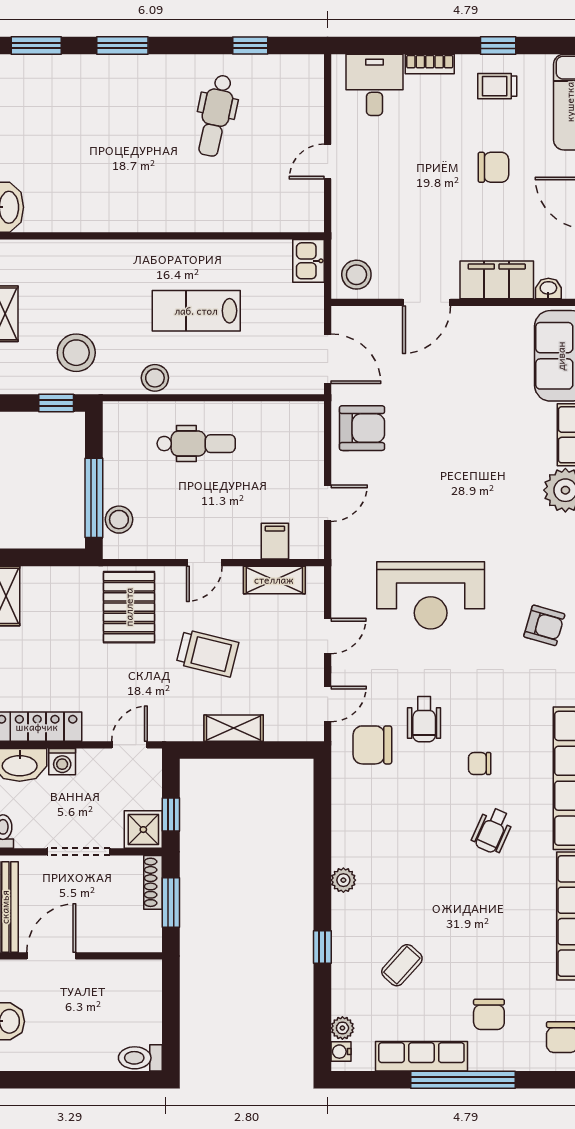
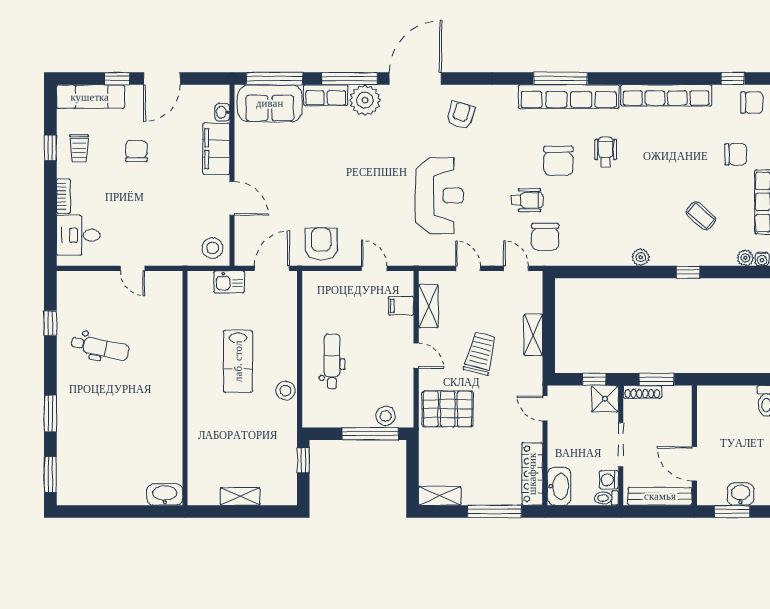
kitchen sink: (308, 261) -> (229, 282), moved
stool: (76, 353) -> (268, 446), removed
washing machine: (62, 762) -> (609, 480), moved, turned 180
chair: (480, 764) -> (558, 161), width x1.87, depth x1.87
wheelchair: (492, 830) -> (606, 152), turned -114

